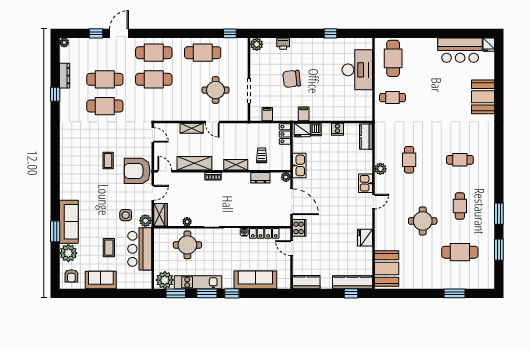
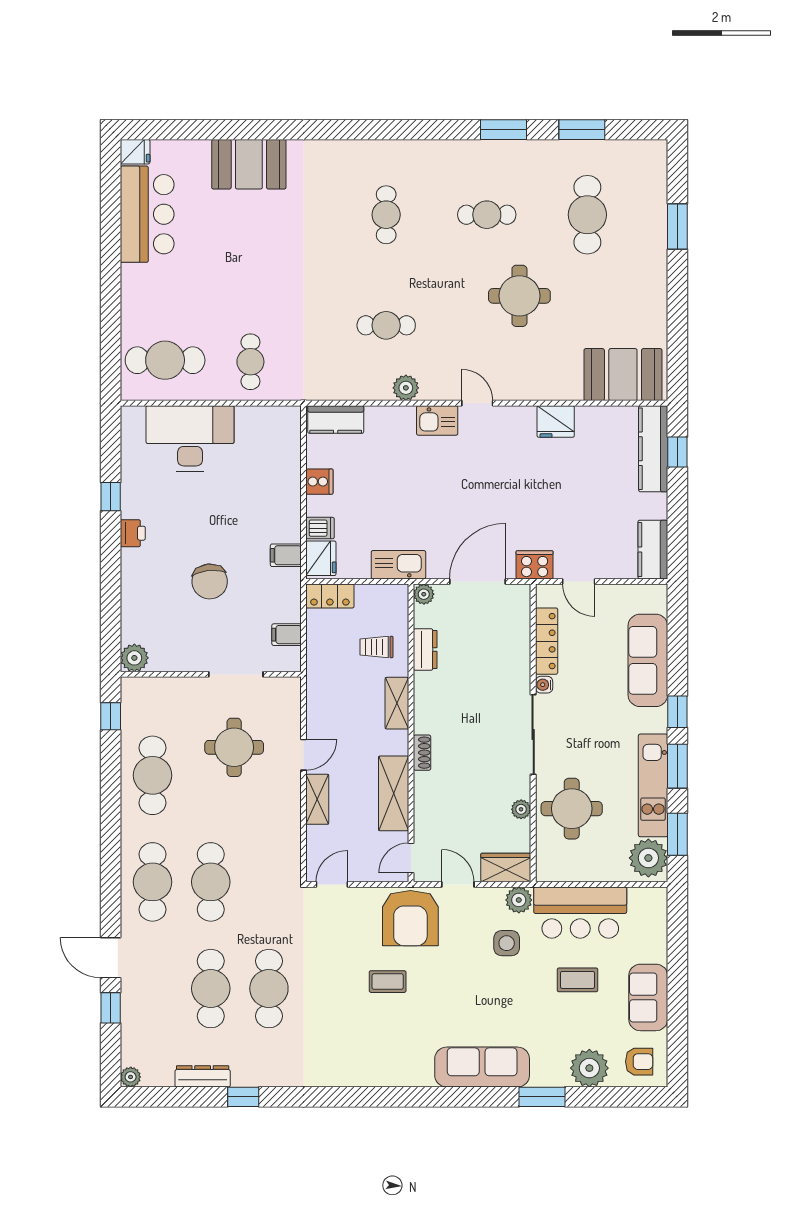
printer: (283, 44) -> (133, 533), moved
sofa: (69, 222) -> (482, 1067), moved
door: (292, 248) -> (579, 581), hinge flipped

